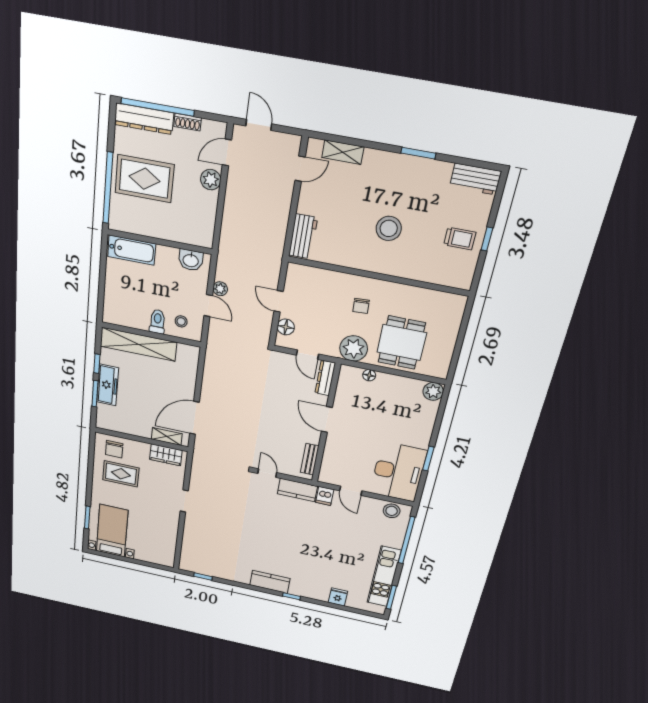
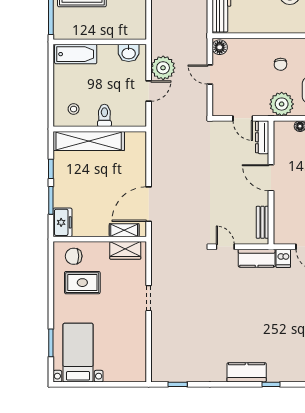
plant: (220, 289) -> (163, 68), width x1.87, depth x1.87
door: (208, 306) -> (149, 91), hinge flipped
stool: (181, 321) -> (74, 109), moved
floor lamp: (286, 327) -> (220, 47), moved
freezer: (108, 385) -> (63, 222), moved, width x0.71
chair: (114, 449) -> (74, 256), turned 90

